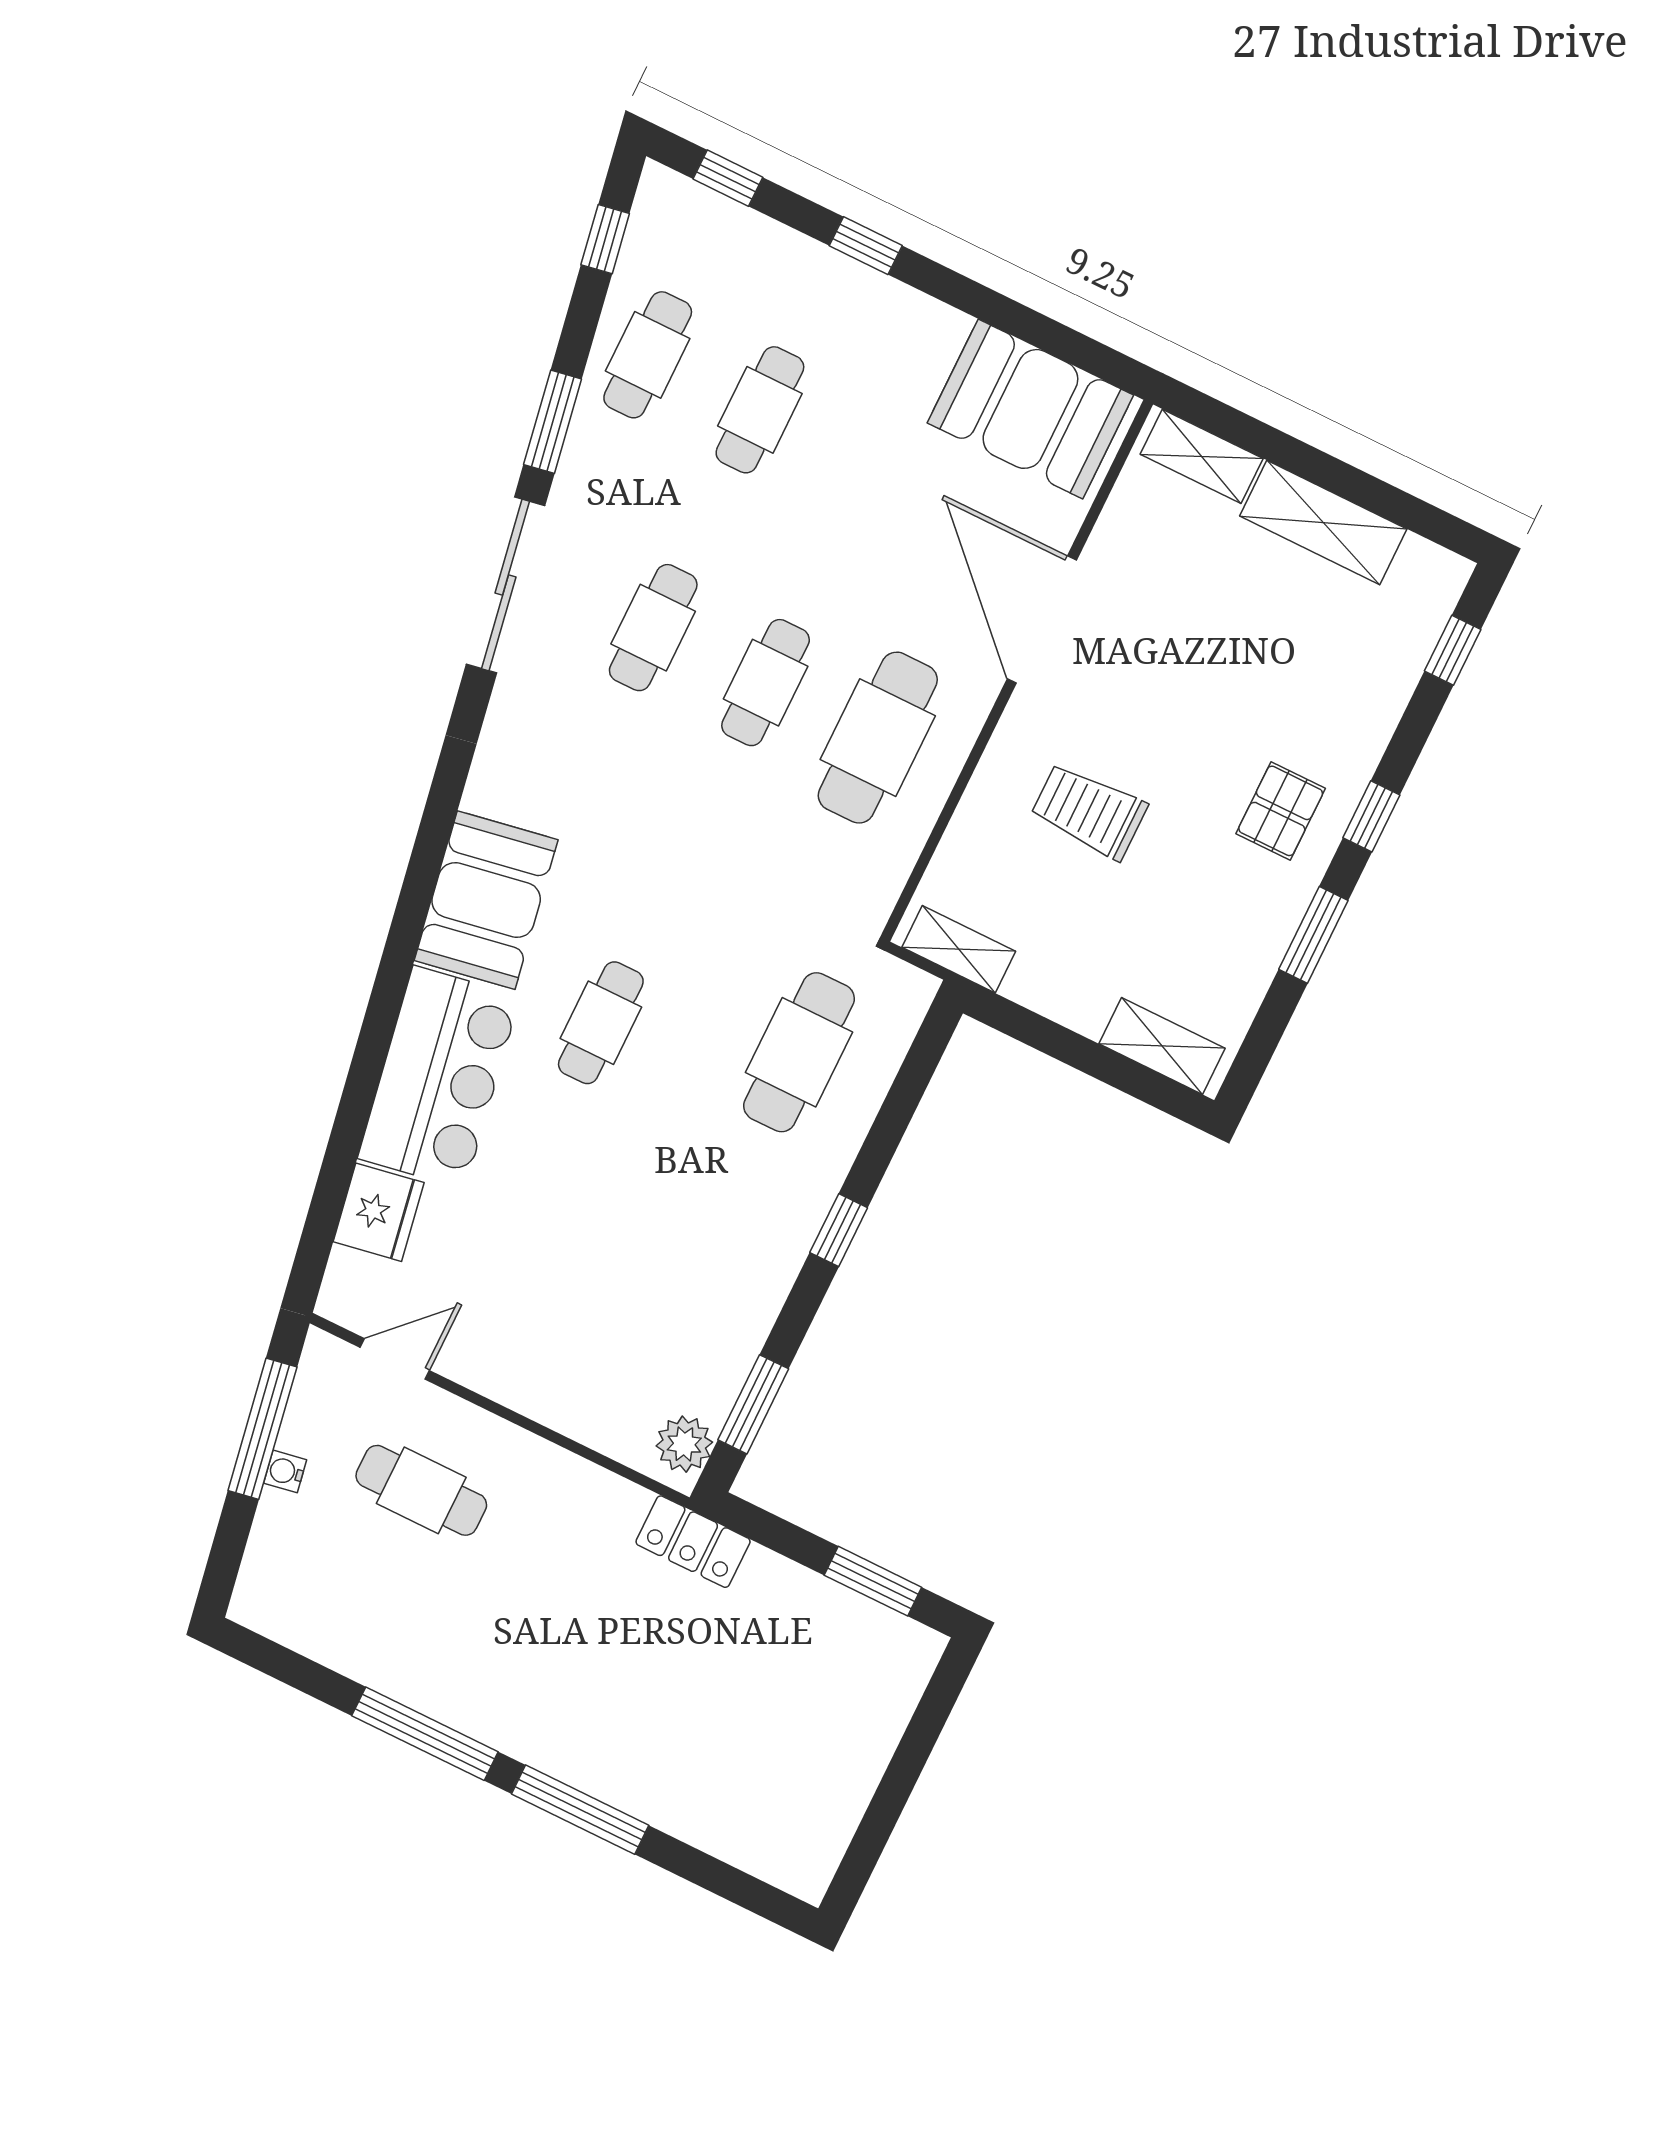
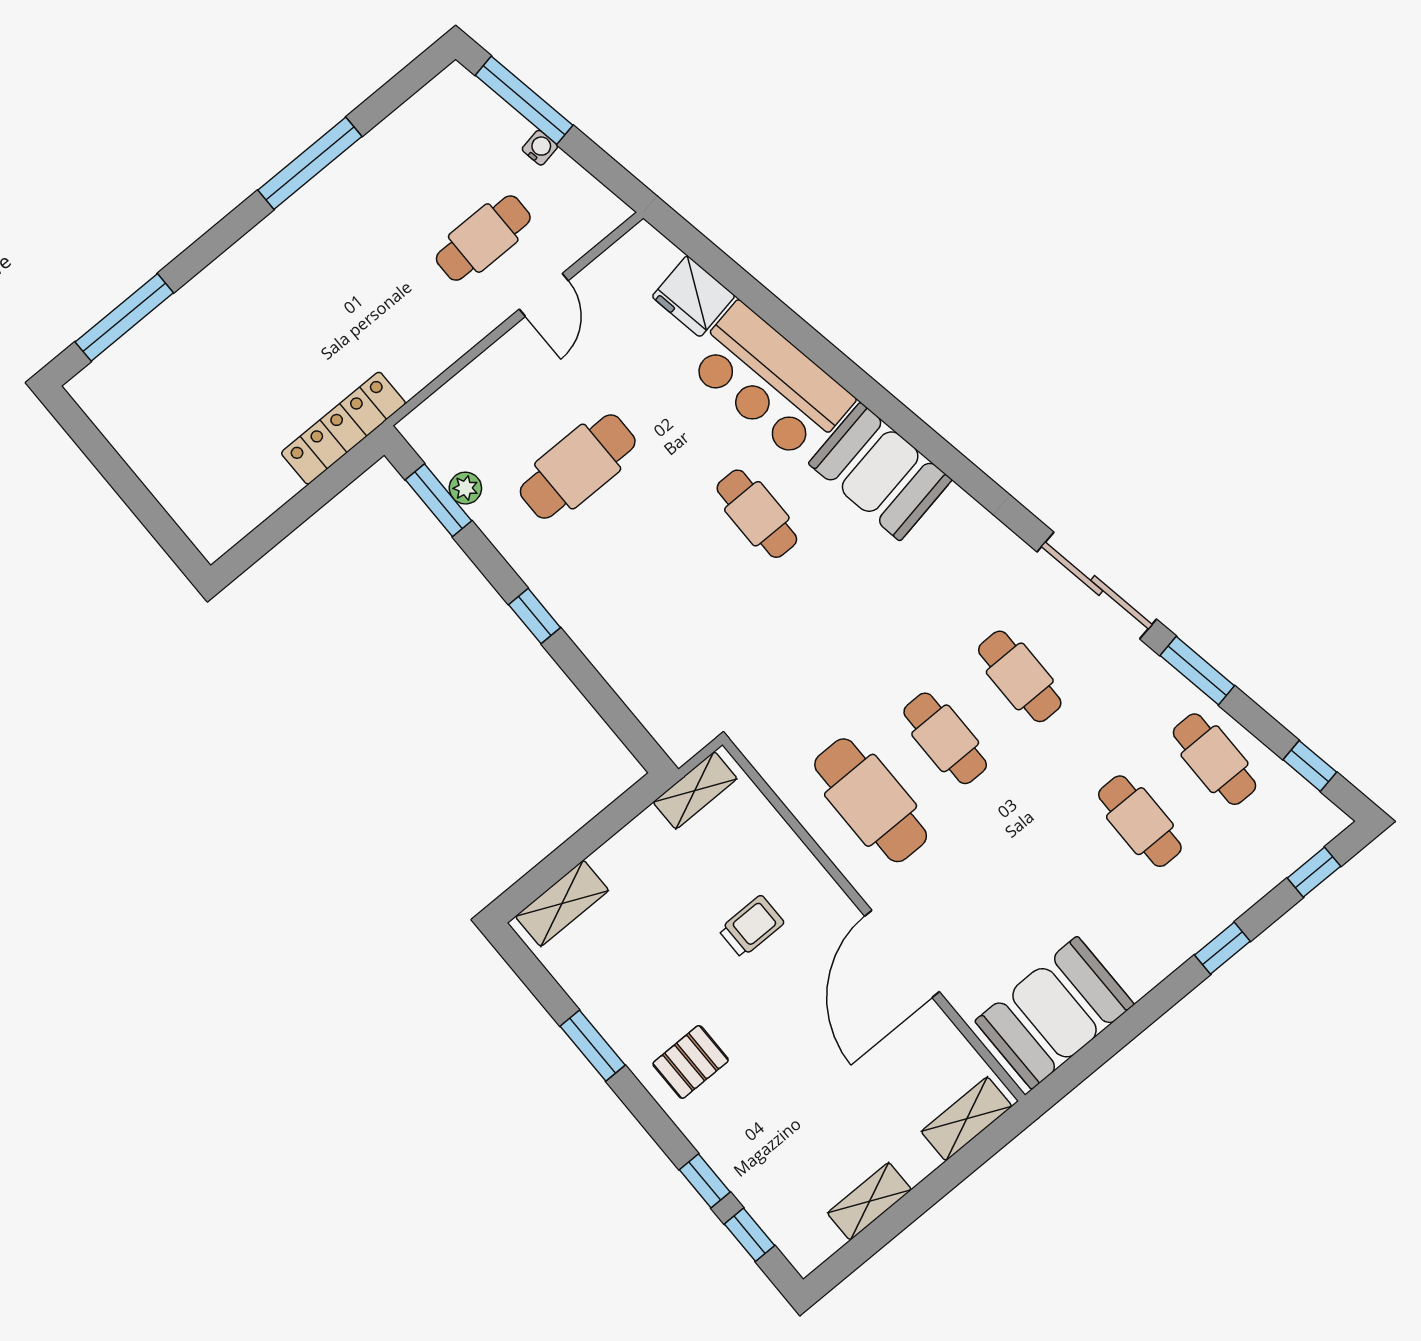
shelving: (1323, 523) -> (869, 1201), width x0.67, depth x0.75
door: (1042, 619) -> (902, 954), swing flipped
trolley: (1089, 811) -> (751, 926), width x0.73, depth x0.72
pallet: (1281, 811) -> (691, 1062), turned 90
window: (1371, 816) -> (705, 1181), moved
cafe table: (799, 1052) -> (578, 467), moved, turned 90
door: (395, 1359) -> (544, 295), moved
window: (262, 1429) -> (524, 100), moved
plant: (684, 1444) -> (465, 488), moved, width x0.73, depth x0.73
locker: (693, 1542) -> (343, 428), width x1.53
window: (873, 1581) -> (275, 529), removed
window: (580, 1810) -> (124, 317), moved

